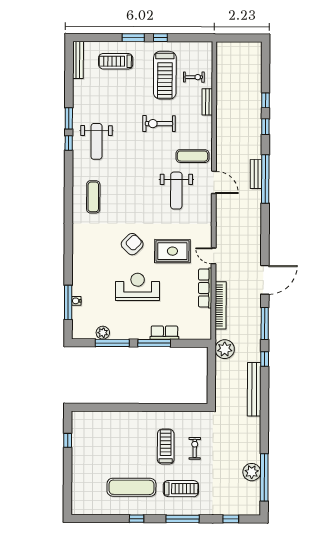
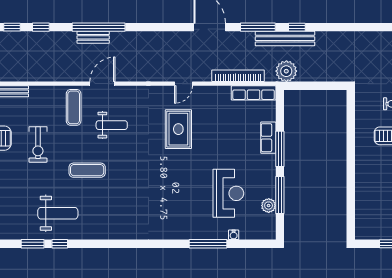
weight bench: (176, 191) -> (112, 125), width x0.73, depth x0.75
exercise mat: (93, 197) -> (87, 170), moved
armchair: (132, 244) -> (171, 174), removed
reception desk: (138, 287) -> (228, 193), moved, turned 180
row of seats: (205, 288) -> (254, 93), moved
window: (68, 302) -> (208, 244), moved
bench: (254, 389) -> (285, 39), moved

